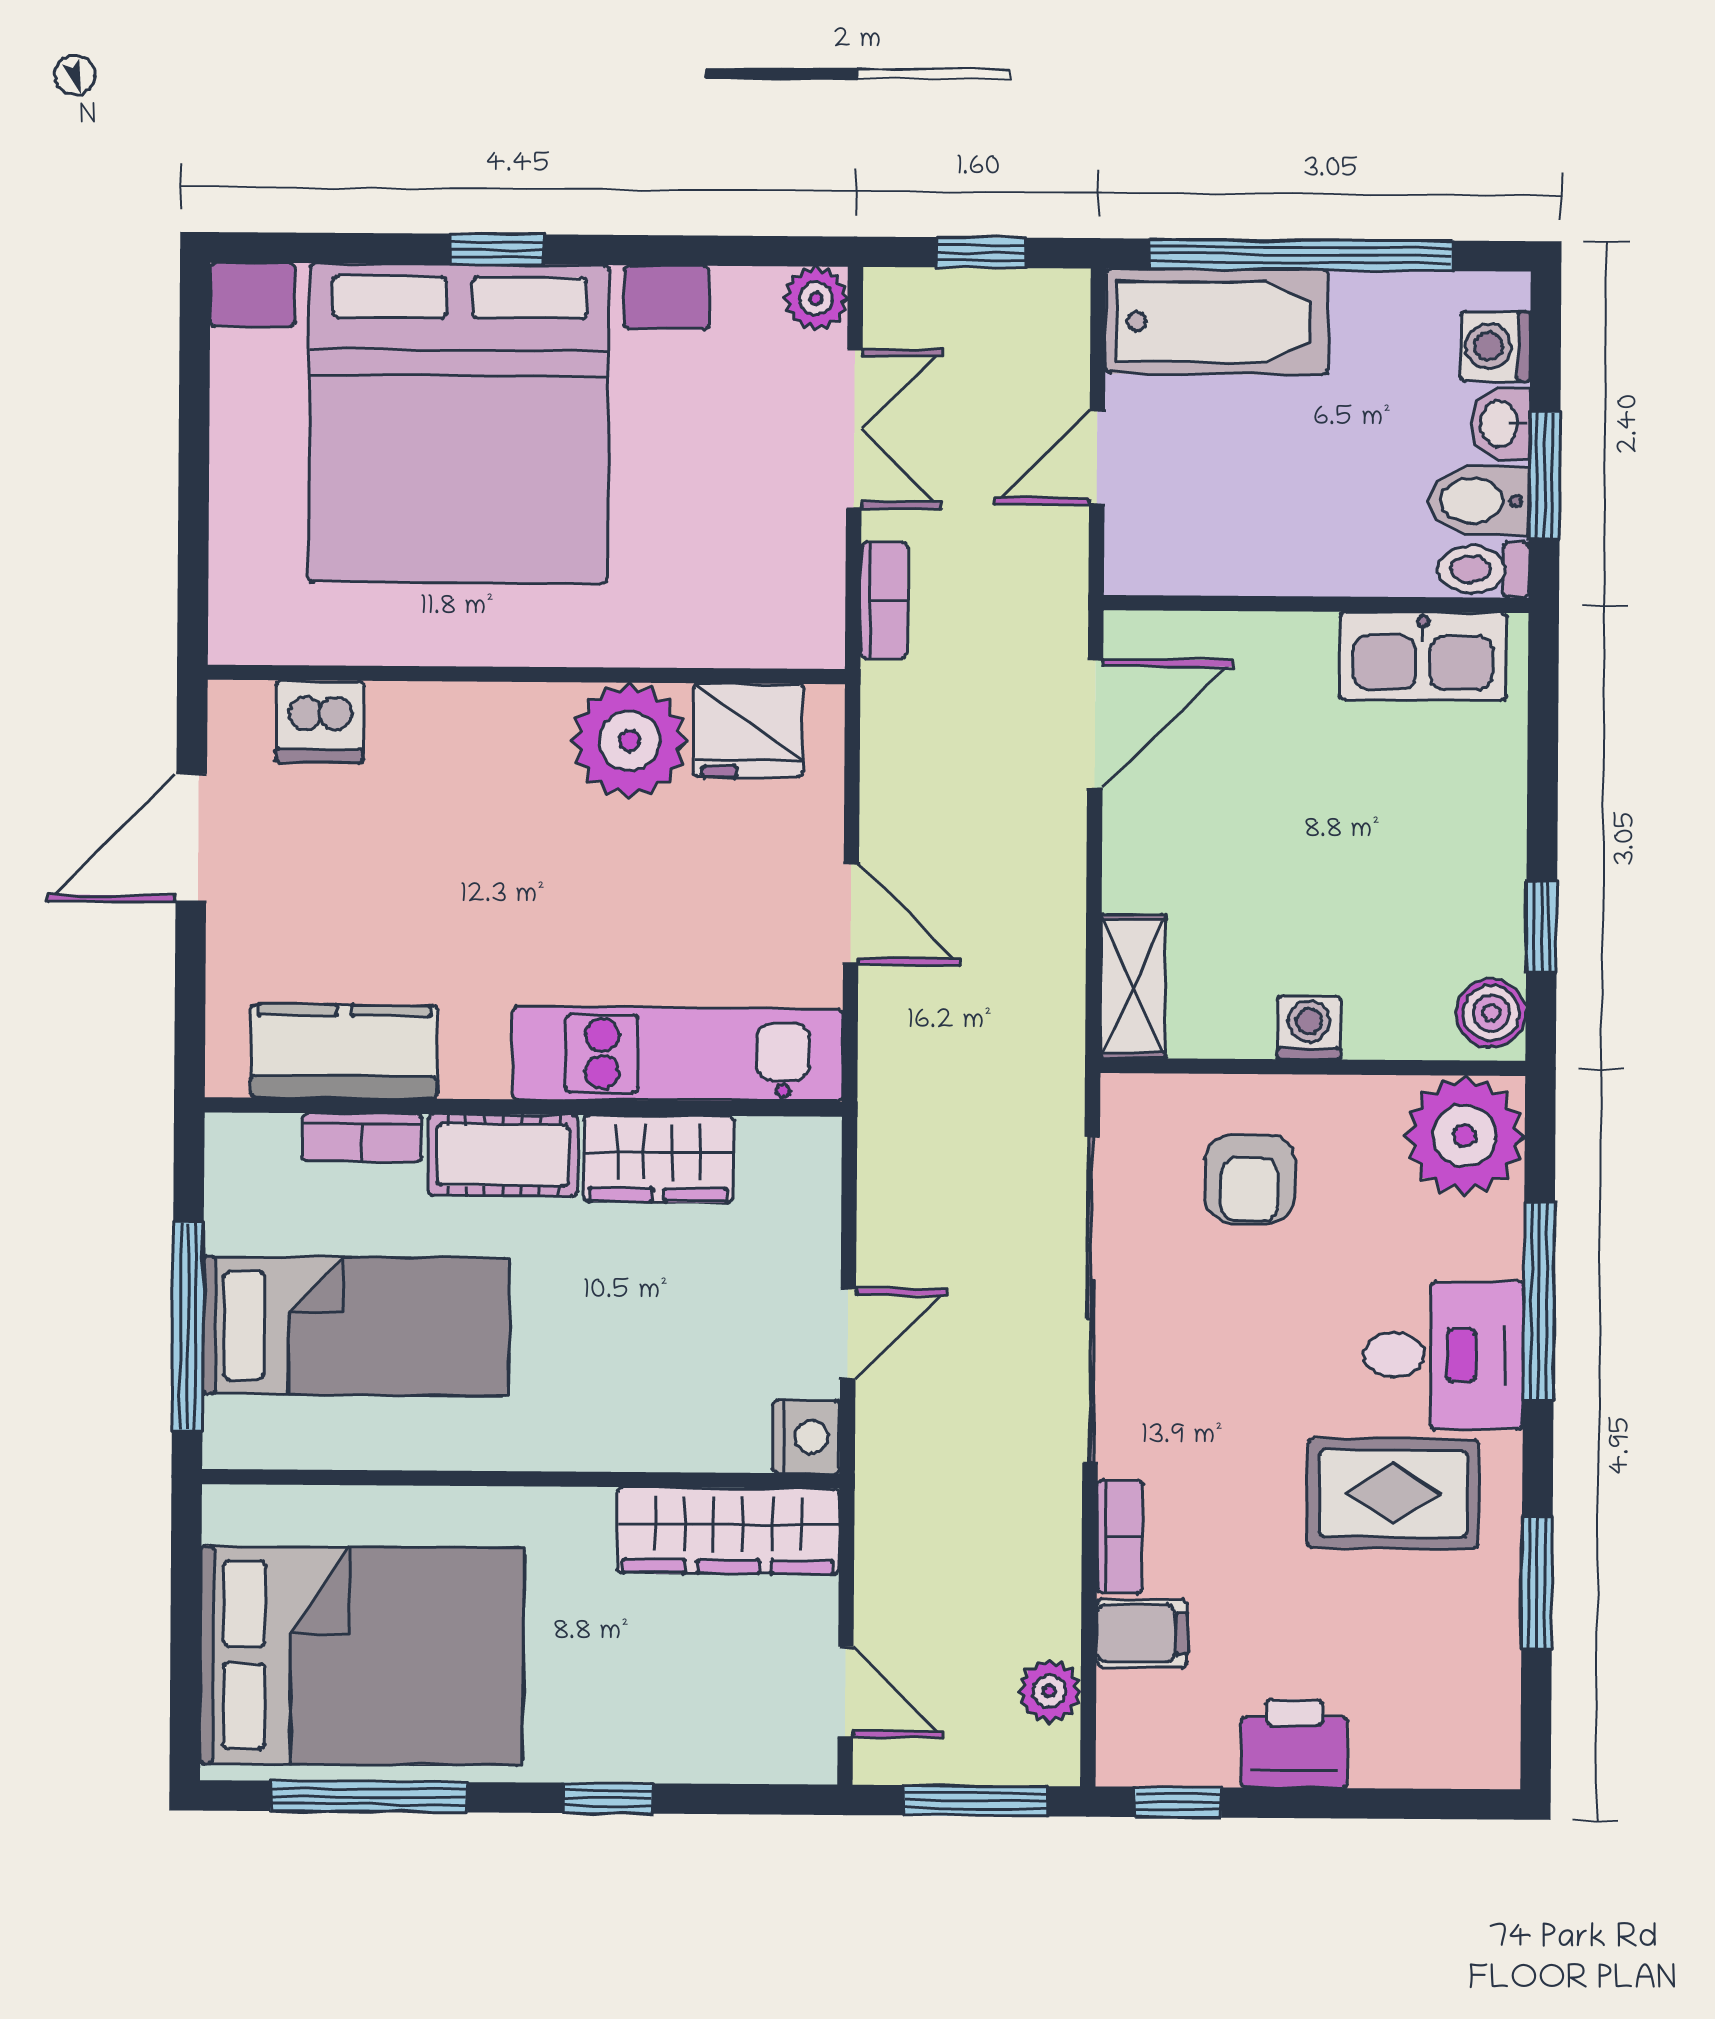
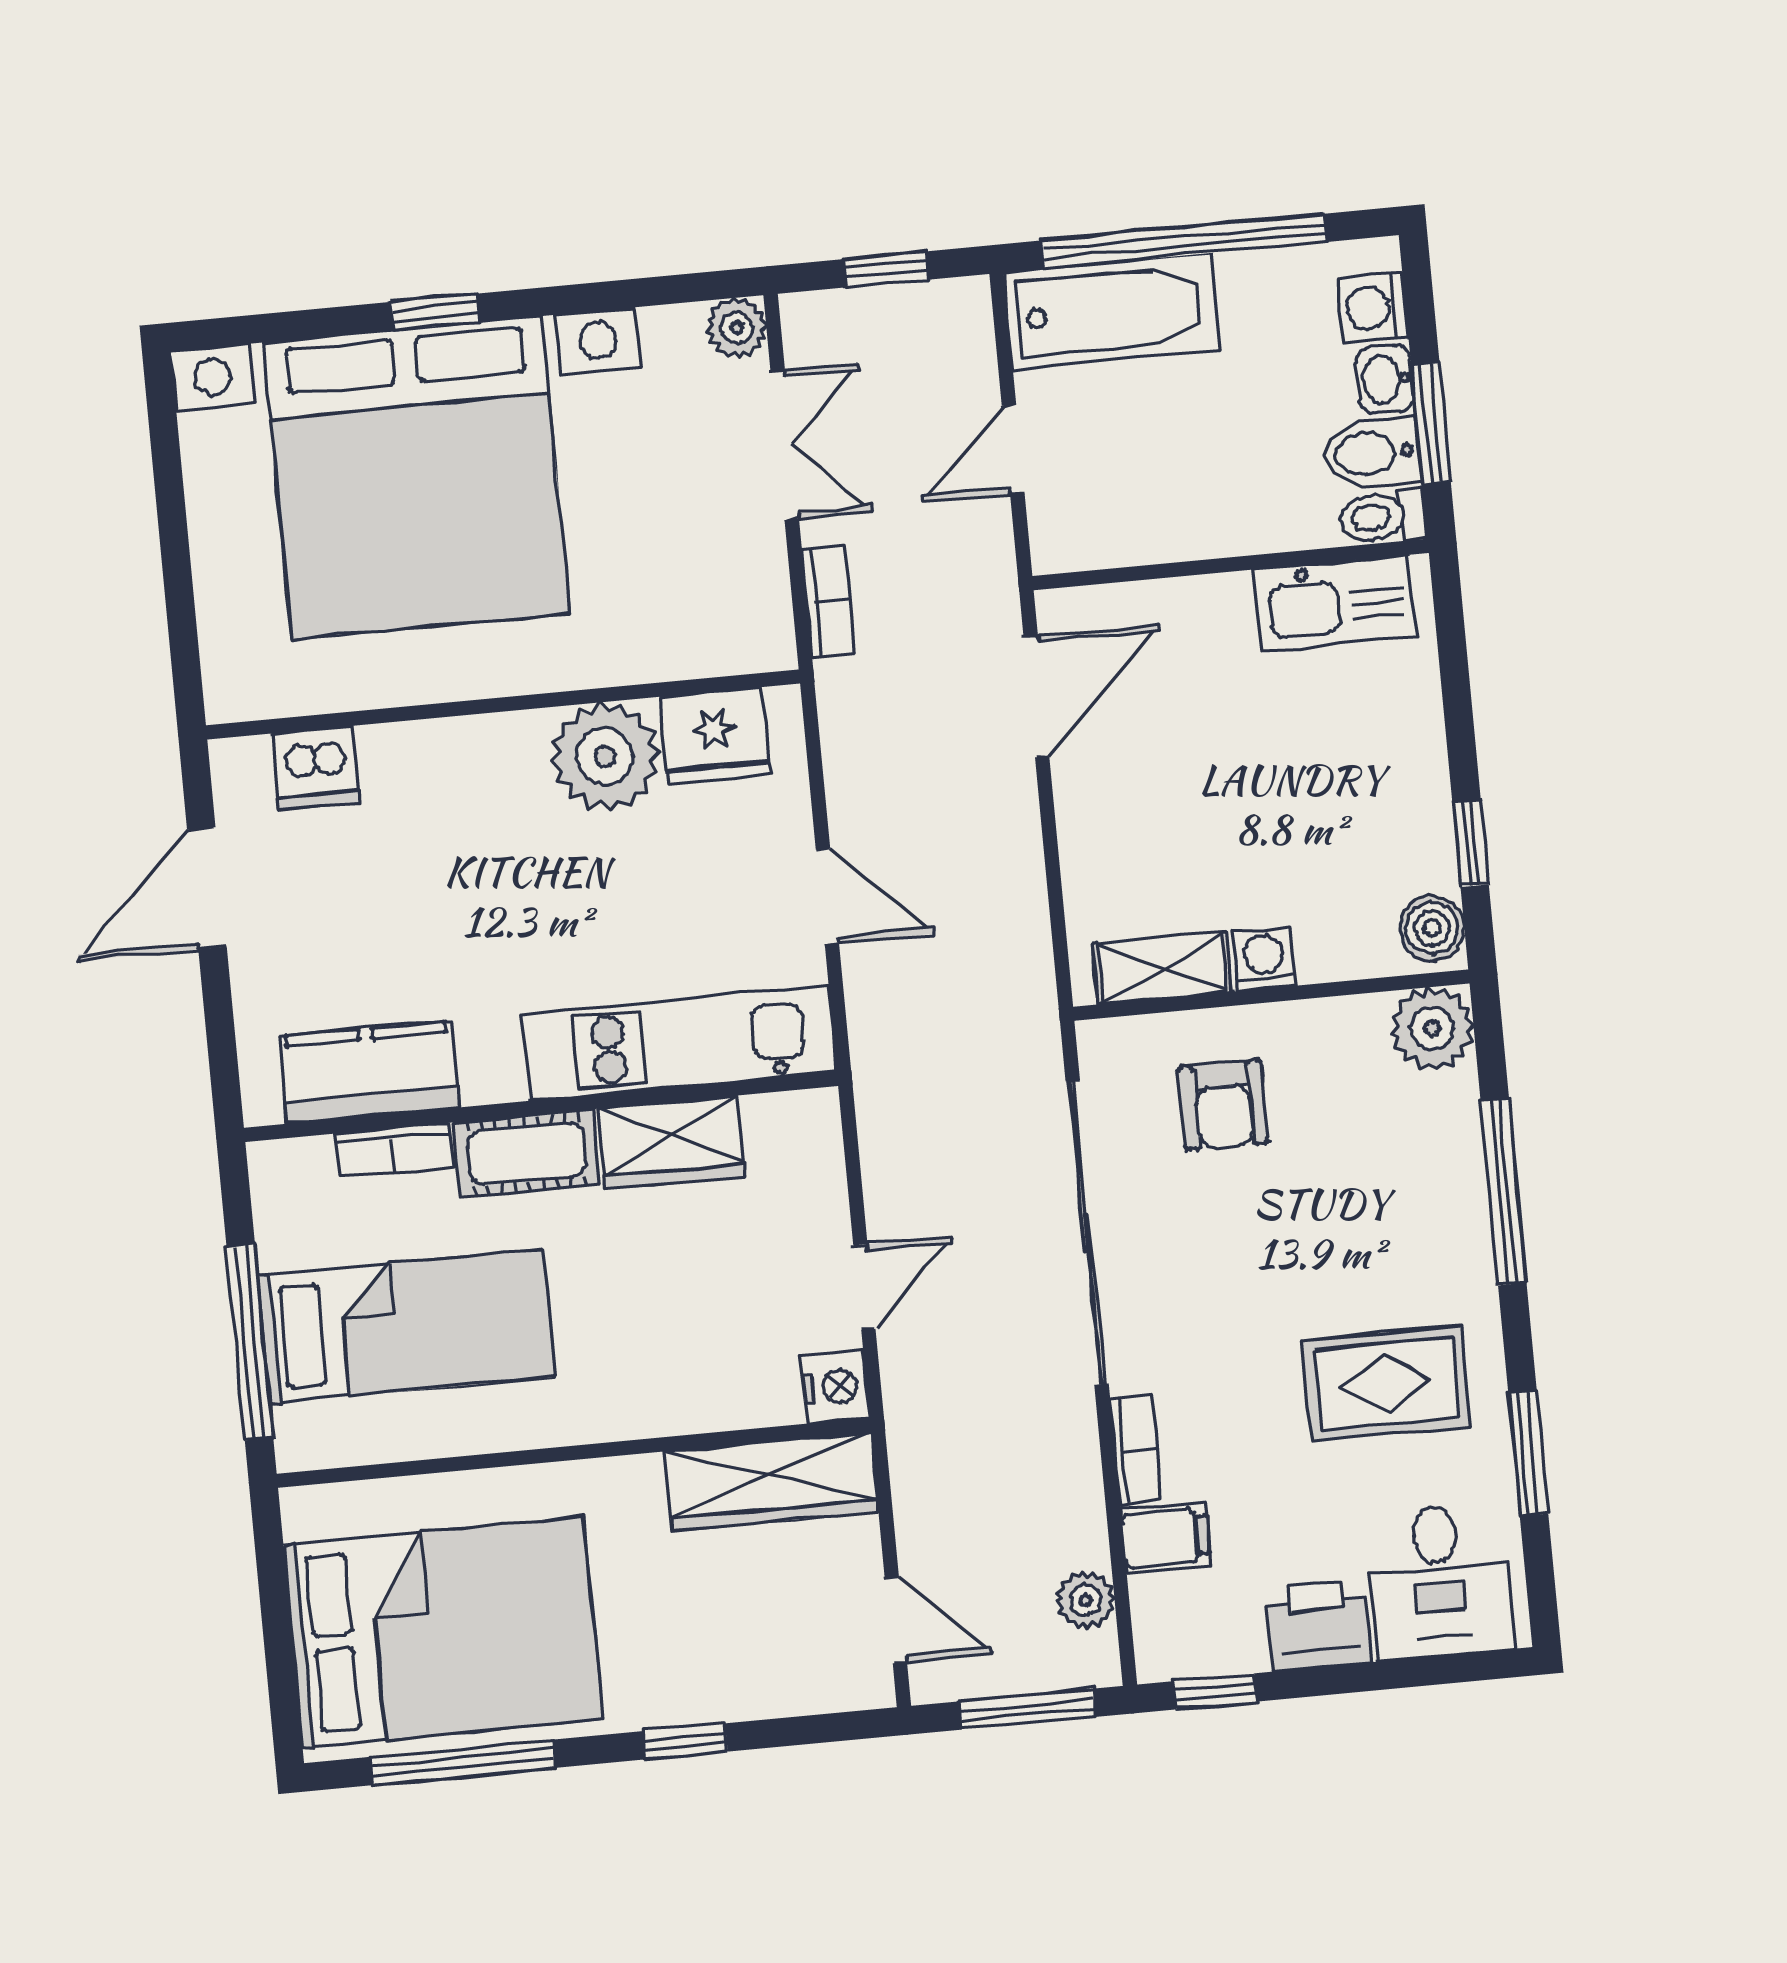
shelving: (1133, 986) -> (1162, 968), moved, turned 90
plant: (1465, 1136) -> (1432, 1028), width x0.73, depth x0.73
desk: (1444, 1355) -> (1439, 1581), moved, turned 90

